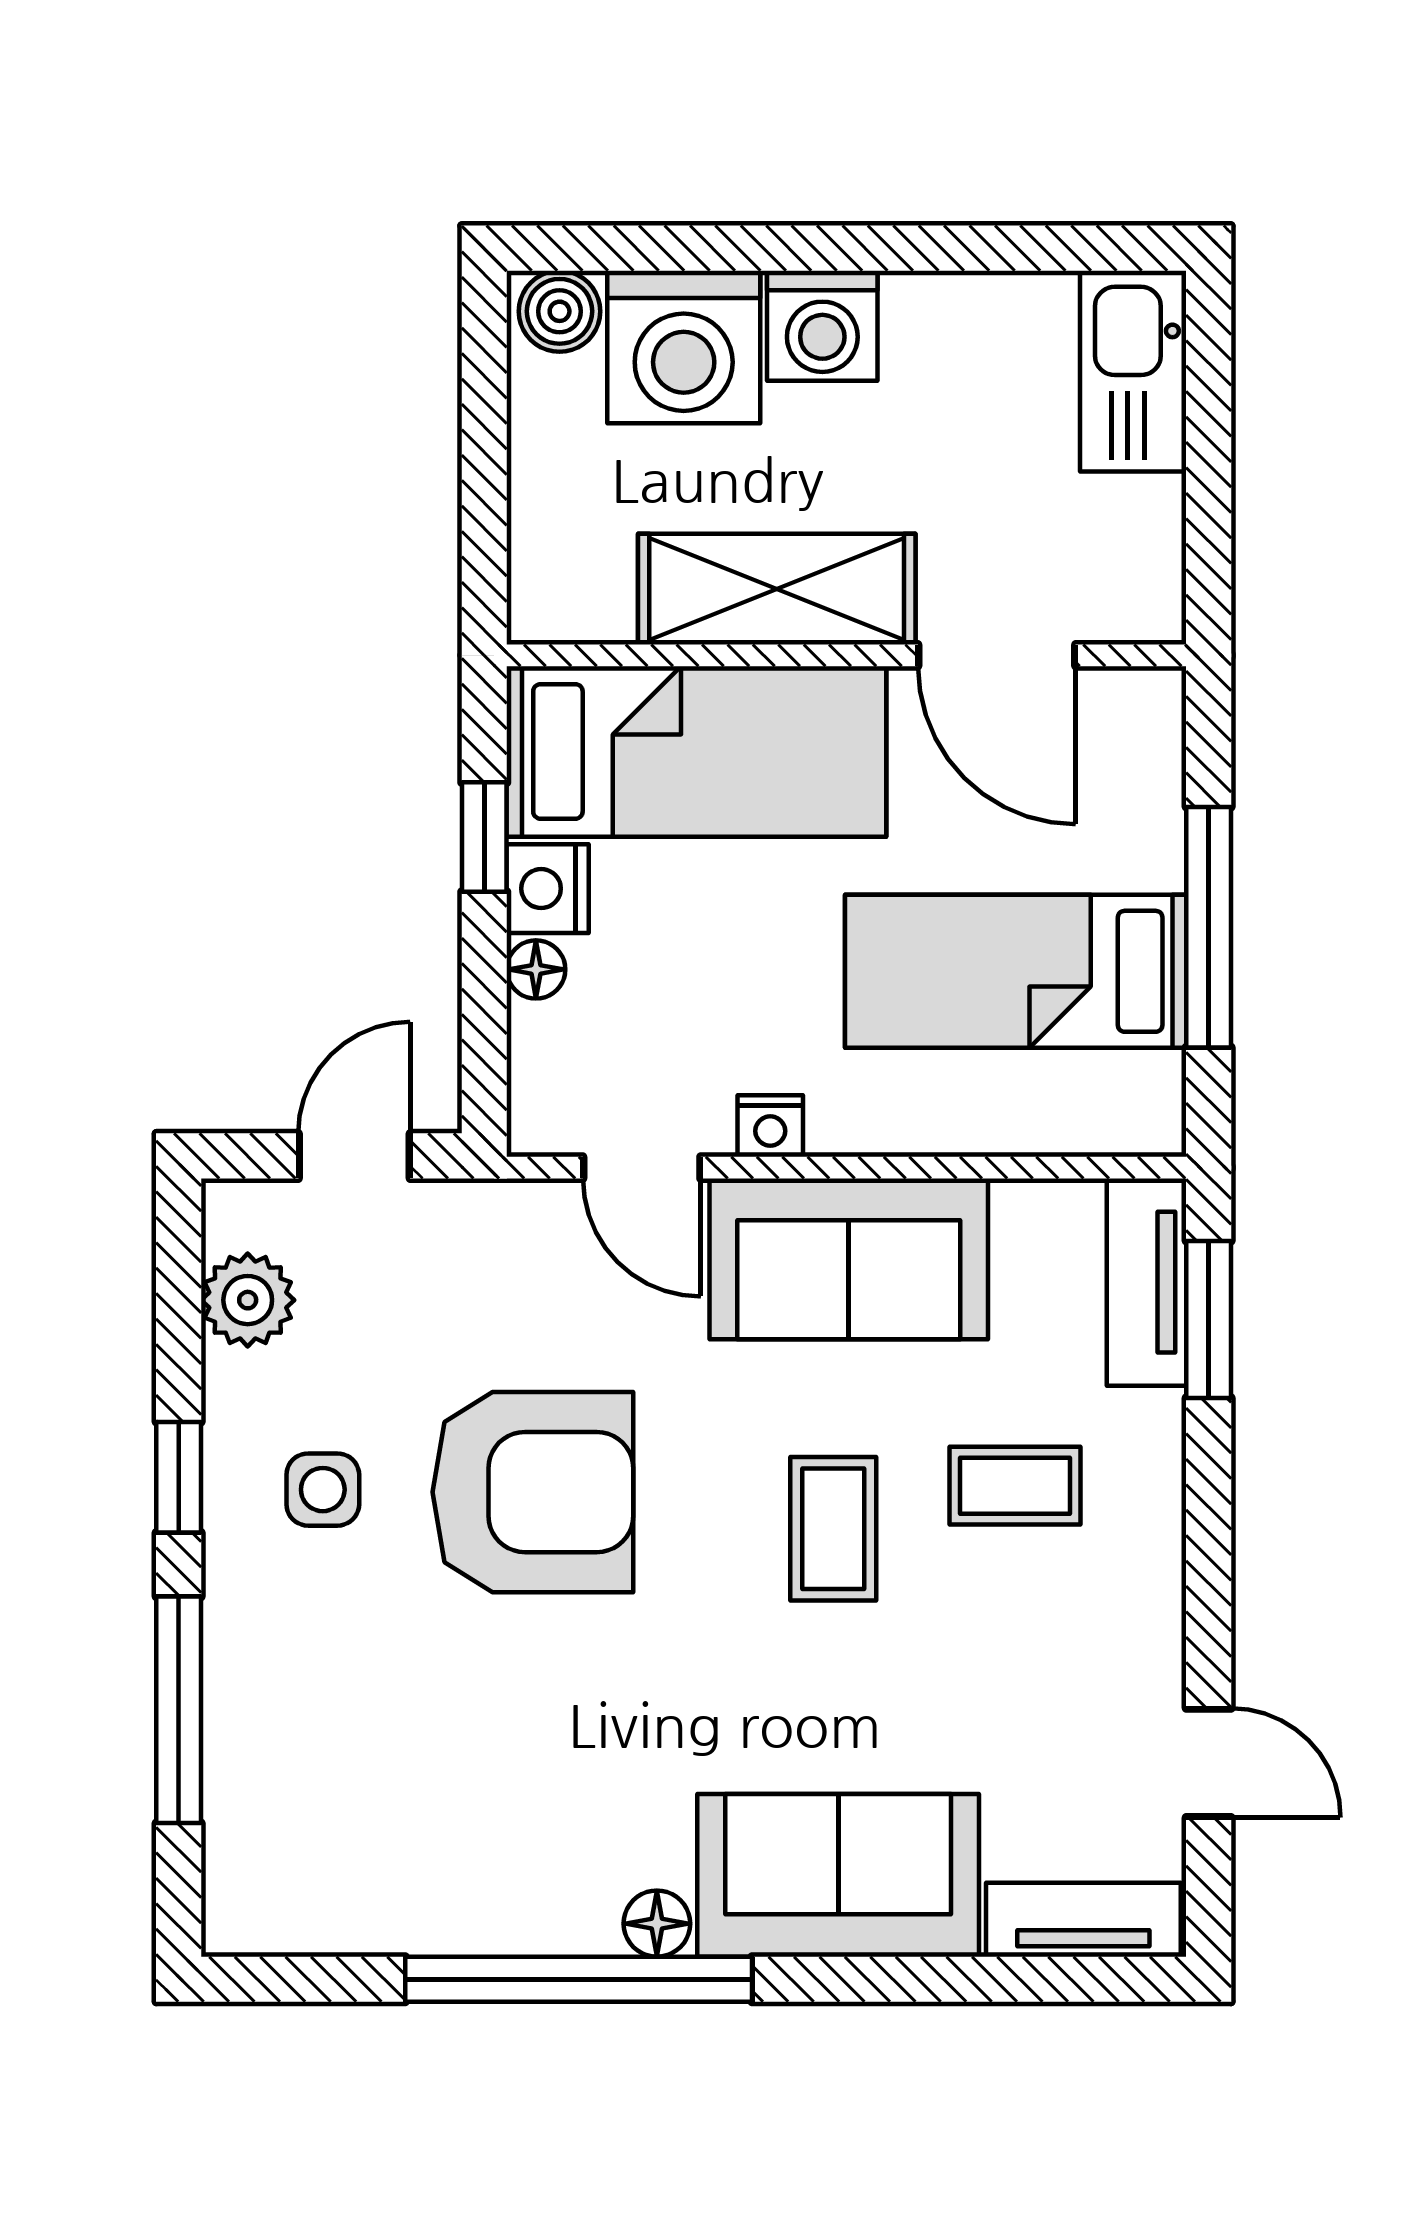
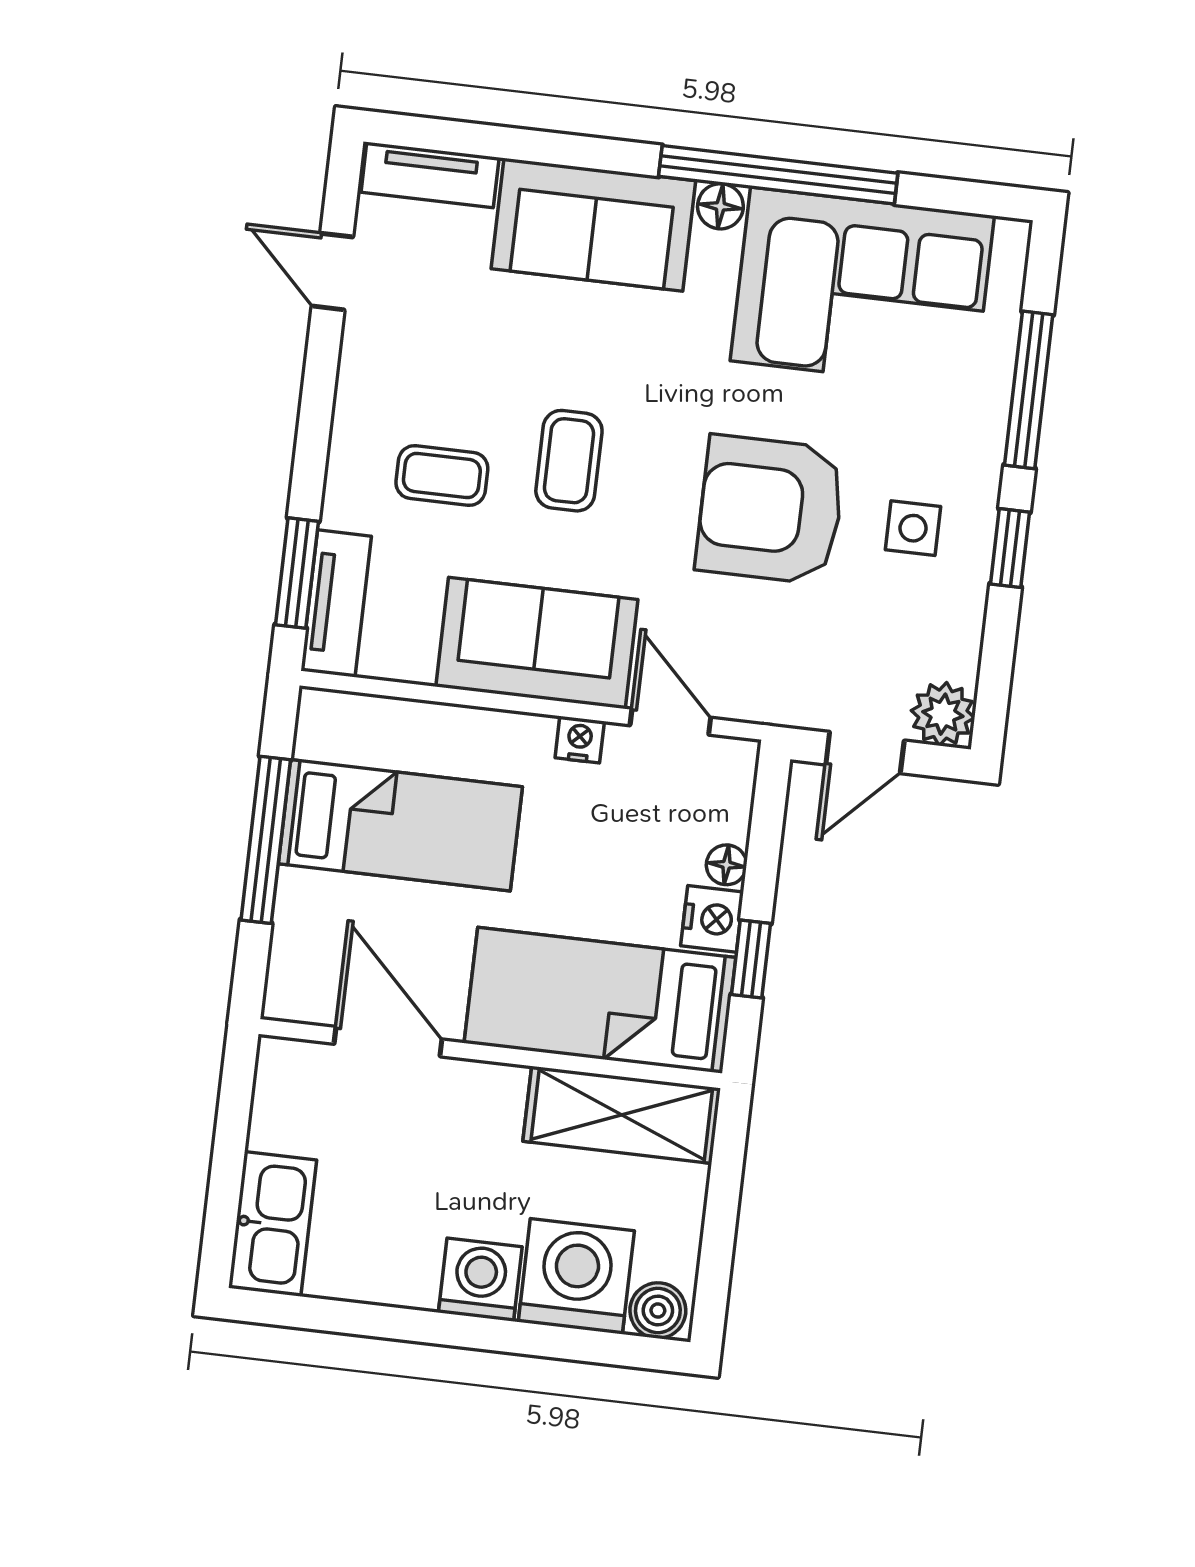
shelving: (777, 589) -> (622, 1115), moved
plant: (248, 1300) -> (943, 714), moved
corner sofa: (437, 1829) -> (862, 288), added

